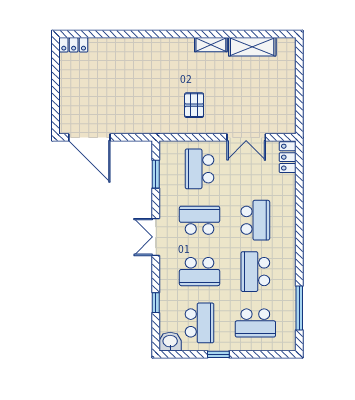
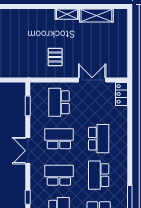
double door: (246, 137) -> (92, 80), swing flipped
school desk: (200, 272) -> (59, 175), turned 180

